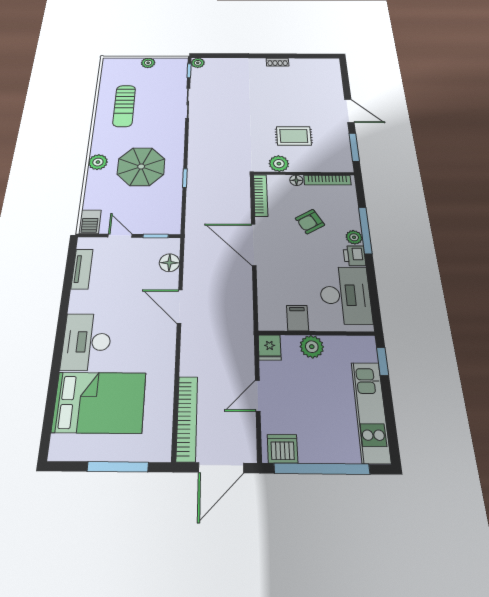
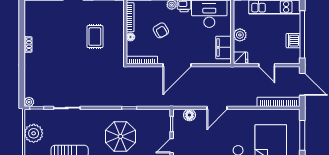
plant: (148, 63) -> (34, 133), width x1.87, depth x1.87
plant: (279, 164) -> (118, 47), removed
filing cabinet: (297, 318) -> (223, 47), width x2.00
dishwasher: (283, 449) -> (293, 41), moved

